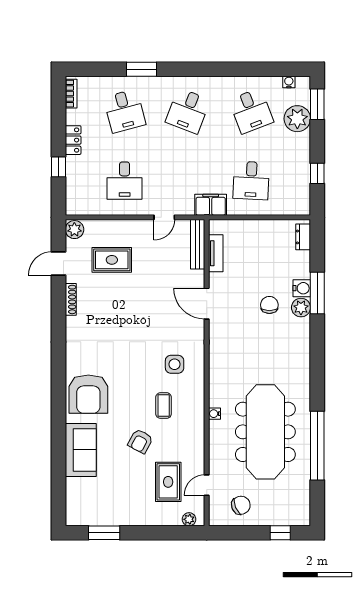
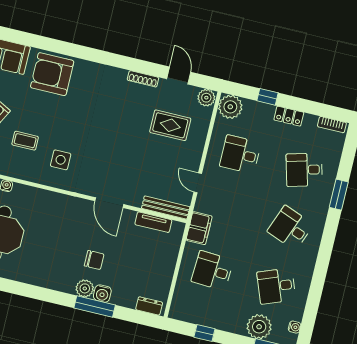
plant: (78, 203) -> (230, 107), added
rug: (112, 260) -> (170, 125), turned 90
door: (207, 304) -> (109, 203), swing flipped

